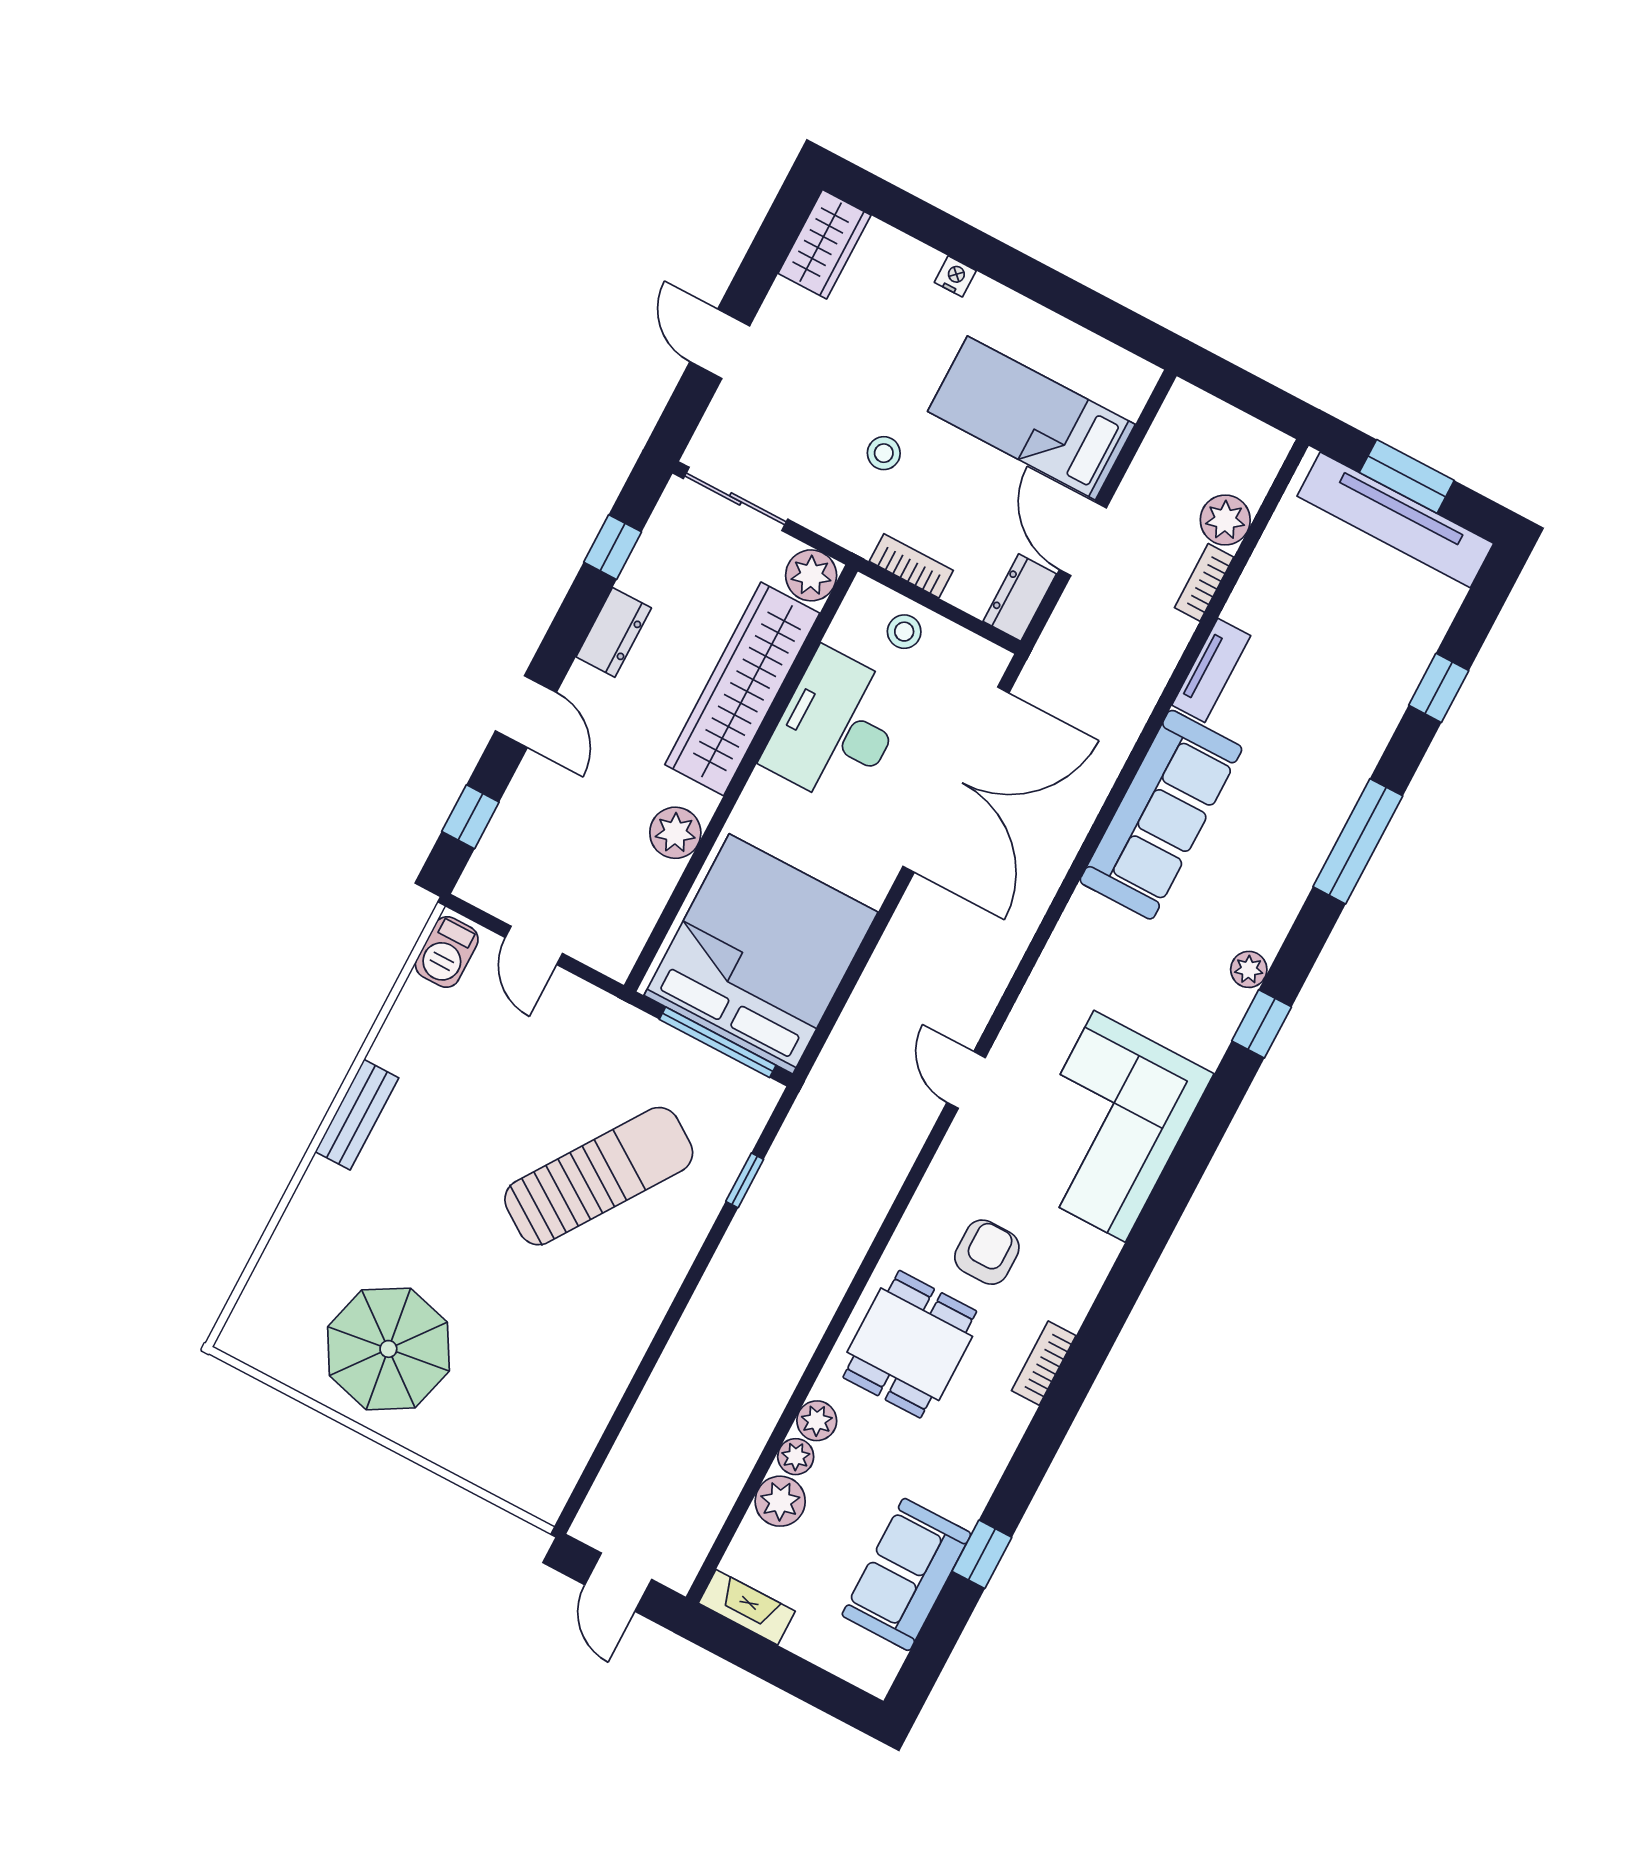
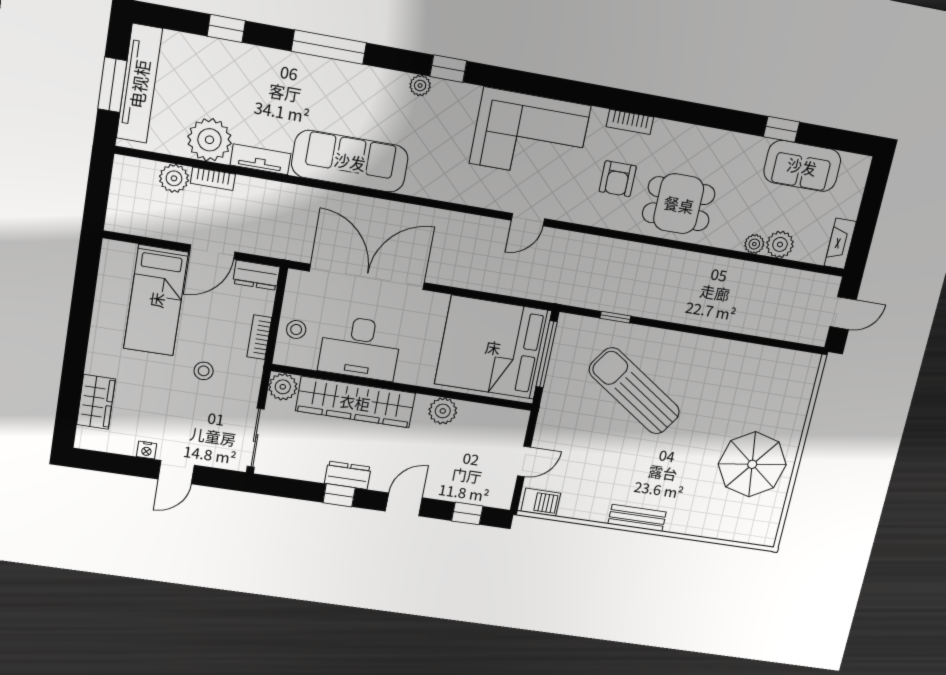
wardrobe: (825, 244) -> (96, 402), moved, turned 90
nightstand: (955, 276) -> (147, 450), moved, turned -90
window: (613, 547) -> (339, 495), moved
armchair: (987, 1252) -> (618, 179), turned -90
bookcase: (1044, 1363) -> (630, 122), moved
plant: (817, 1421) -> (209, 140), moved, width x1.88, depth x1.88

